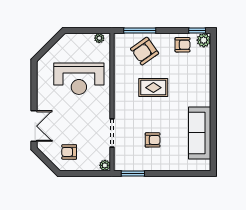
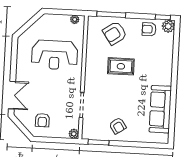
armchair: (183, 45) -> (149, 29), turned 180
armchair: (153, 140) -> (118, 126), moved, turned 56
armchair: (69, 152) -> (42, 120), turned -90

